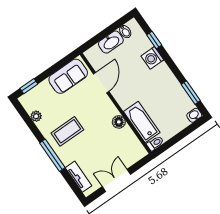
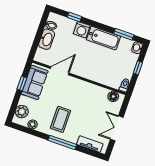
door: (101, 83) -> (60, 71), hinge flipped
window: (29, 86) -> (22, 83), moved
plant: (35, 96) -> (22, 112), added
floor lamp: (119, 122) -> (113, 96), moved
bathtub: (142, 122) -> (104, 38), moved, turned 180
window: (181, 136) -> (138, 68), added

